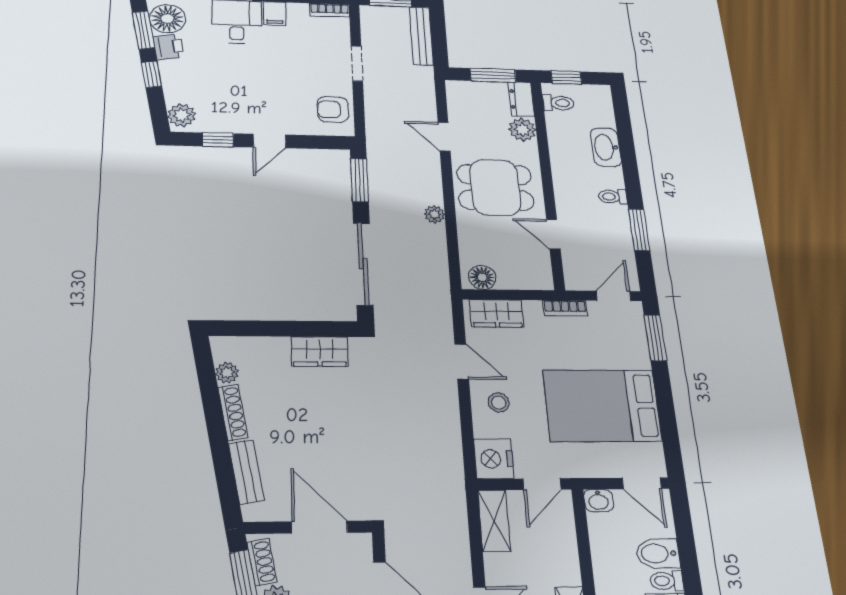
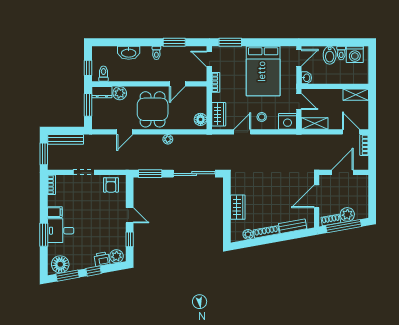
printer: (168, 47) -> (102, 259), moved
wardrobe: (320, 352) -> (238, 207), moved

